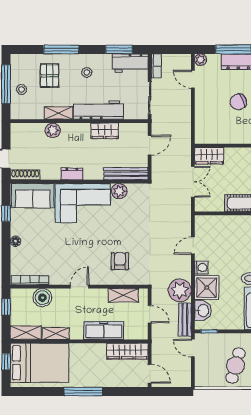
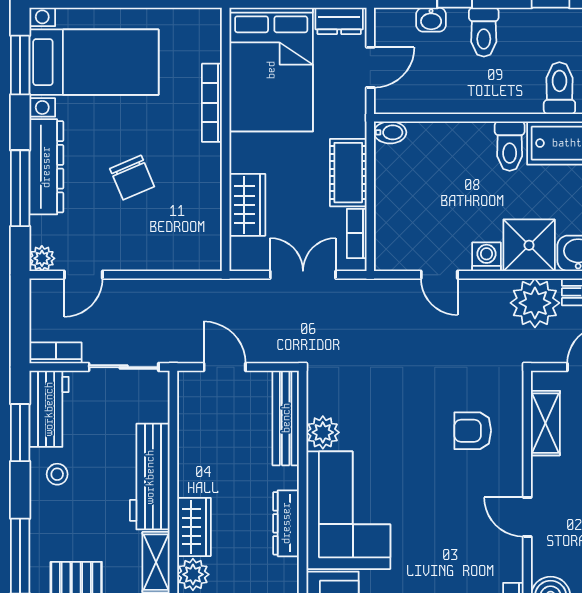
stool: (87, 72) -> (57, 474), moved
wardrobe: (105, 131) -> (194, 527), moved
wardrobe: (209, 156) -> (247, 205), moved
dresser: (72, 174) -> (286, 523), width x1.44
bookcase: (212, 207) -> (357, 233), added

